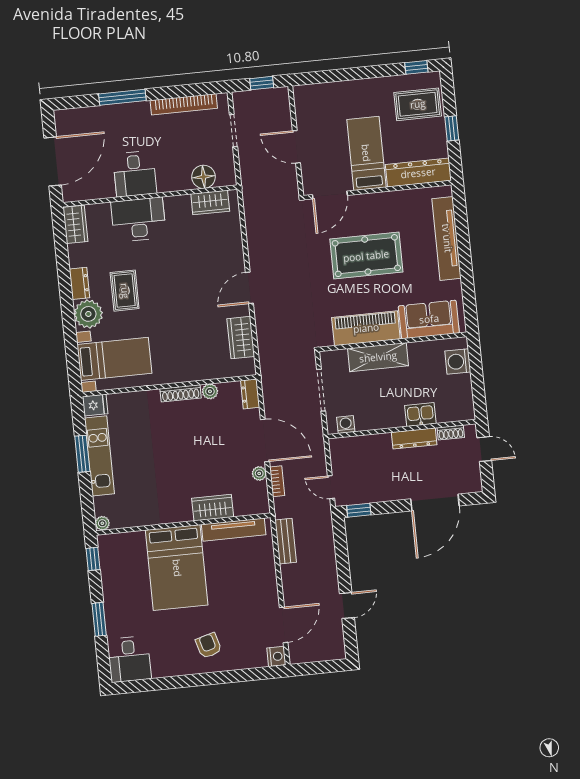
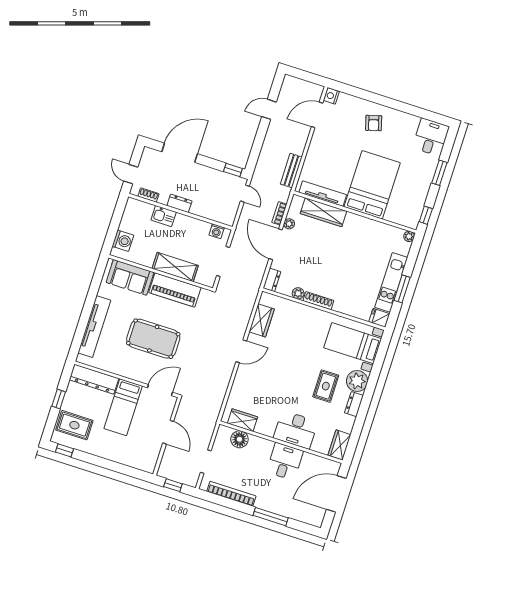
dresser: (414, 438) -> (179, 203), width x0.70
wardrobe: (213, 508) -> (323, 212), width x1.50

